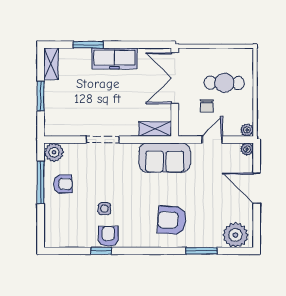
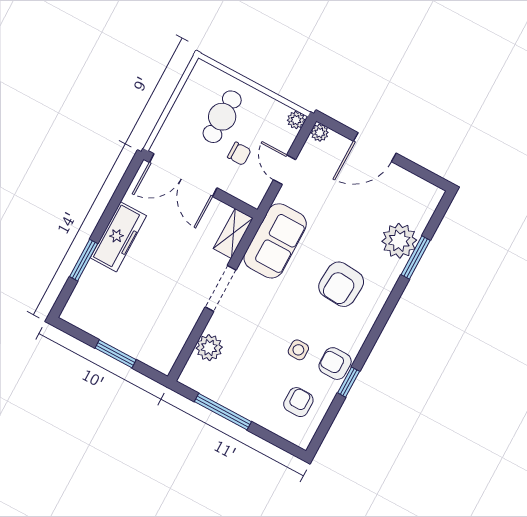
shelving: (51, 64) -> (83, 319), removed
doorway: (103, 140) -> (221, 288), moved
plant: (54, 152) -> (209, 348), moved
armchair: (63, 184) -> (298, 402), moved
armchair: (172, 220) -> (341, 284), moved
plant: (235, 235) -> (399, 241), moved

